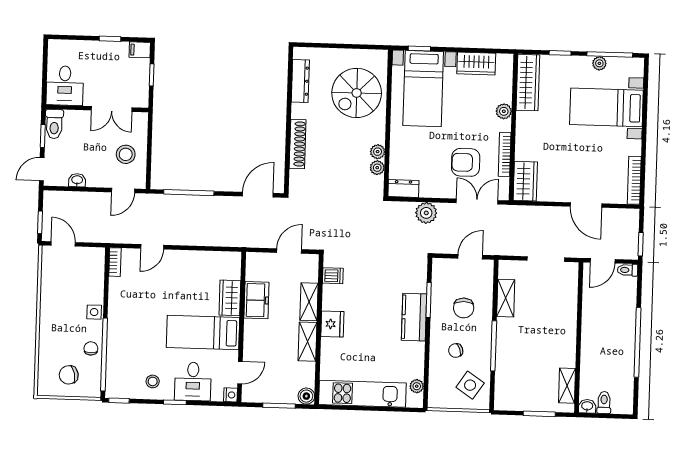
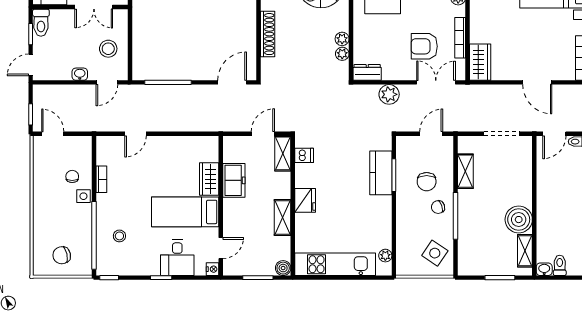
washbasin: (77, 180) -> (80, 74), moved
bookcase: (115, 262) -> (101, 179), moved
shelving: (309, 302) -> (283, 153), moved
kitchen counter: (414, 317) -> (381, 173), moved
chair: (91, 348) -> (72, 176), moved
chair: (456, 350) -> (438, 207), moved
boiler: (561, 352) -> (519, 220), added
stool: (153, 381) -> (119, 236), moved

